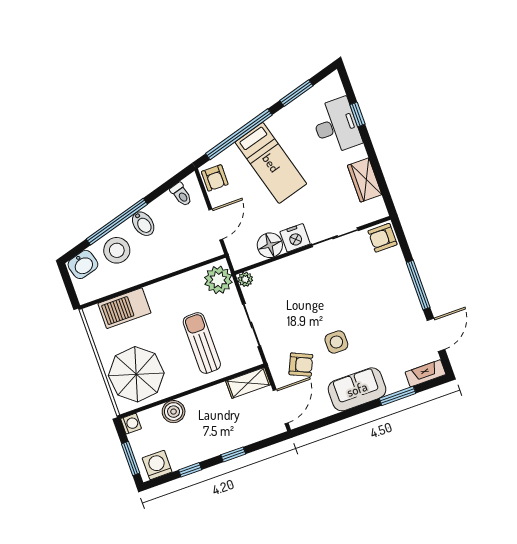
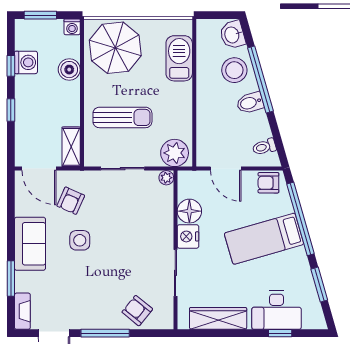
wardrobe: (365, 180) -> (218, 318), width x1.50
armchair: (382, 238) -> (137, 311), moved, turned -51
washing machine: (157, 465) -> (26, 62), moved

